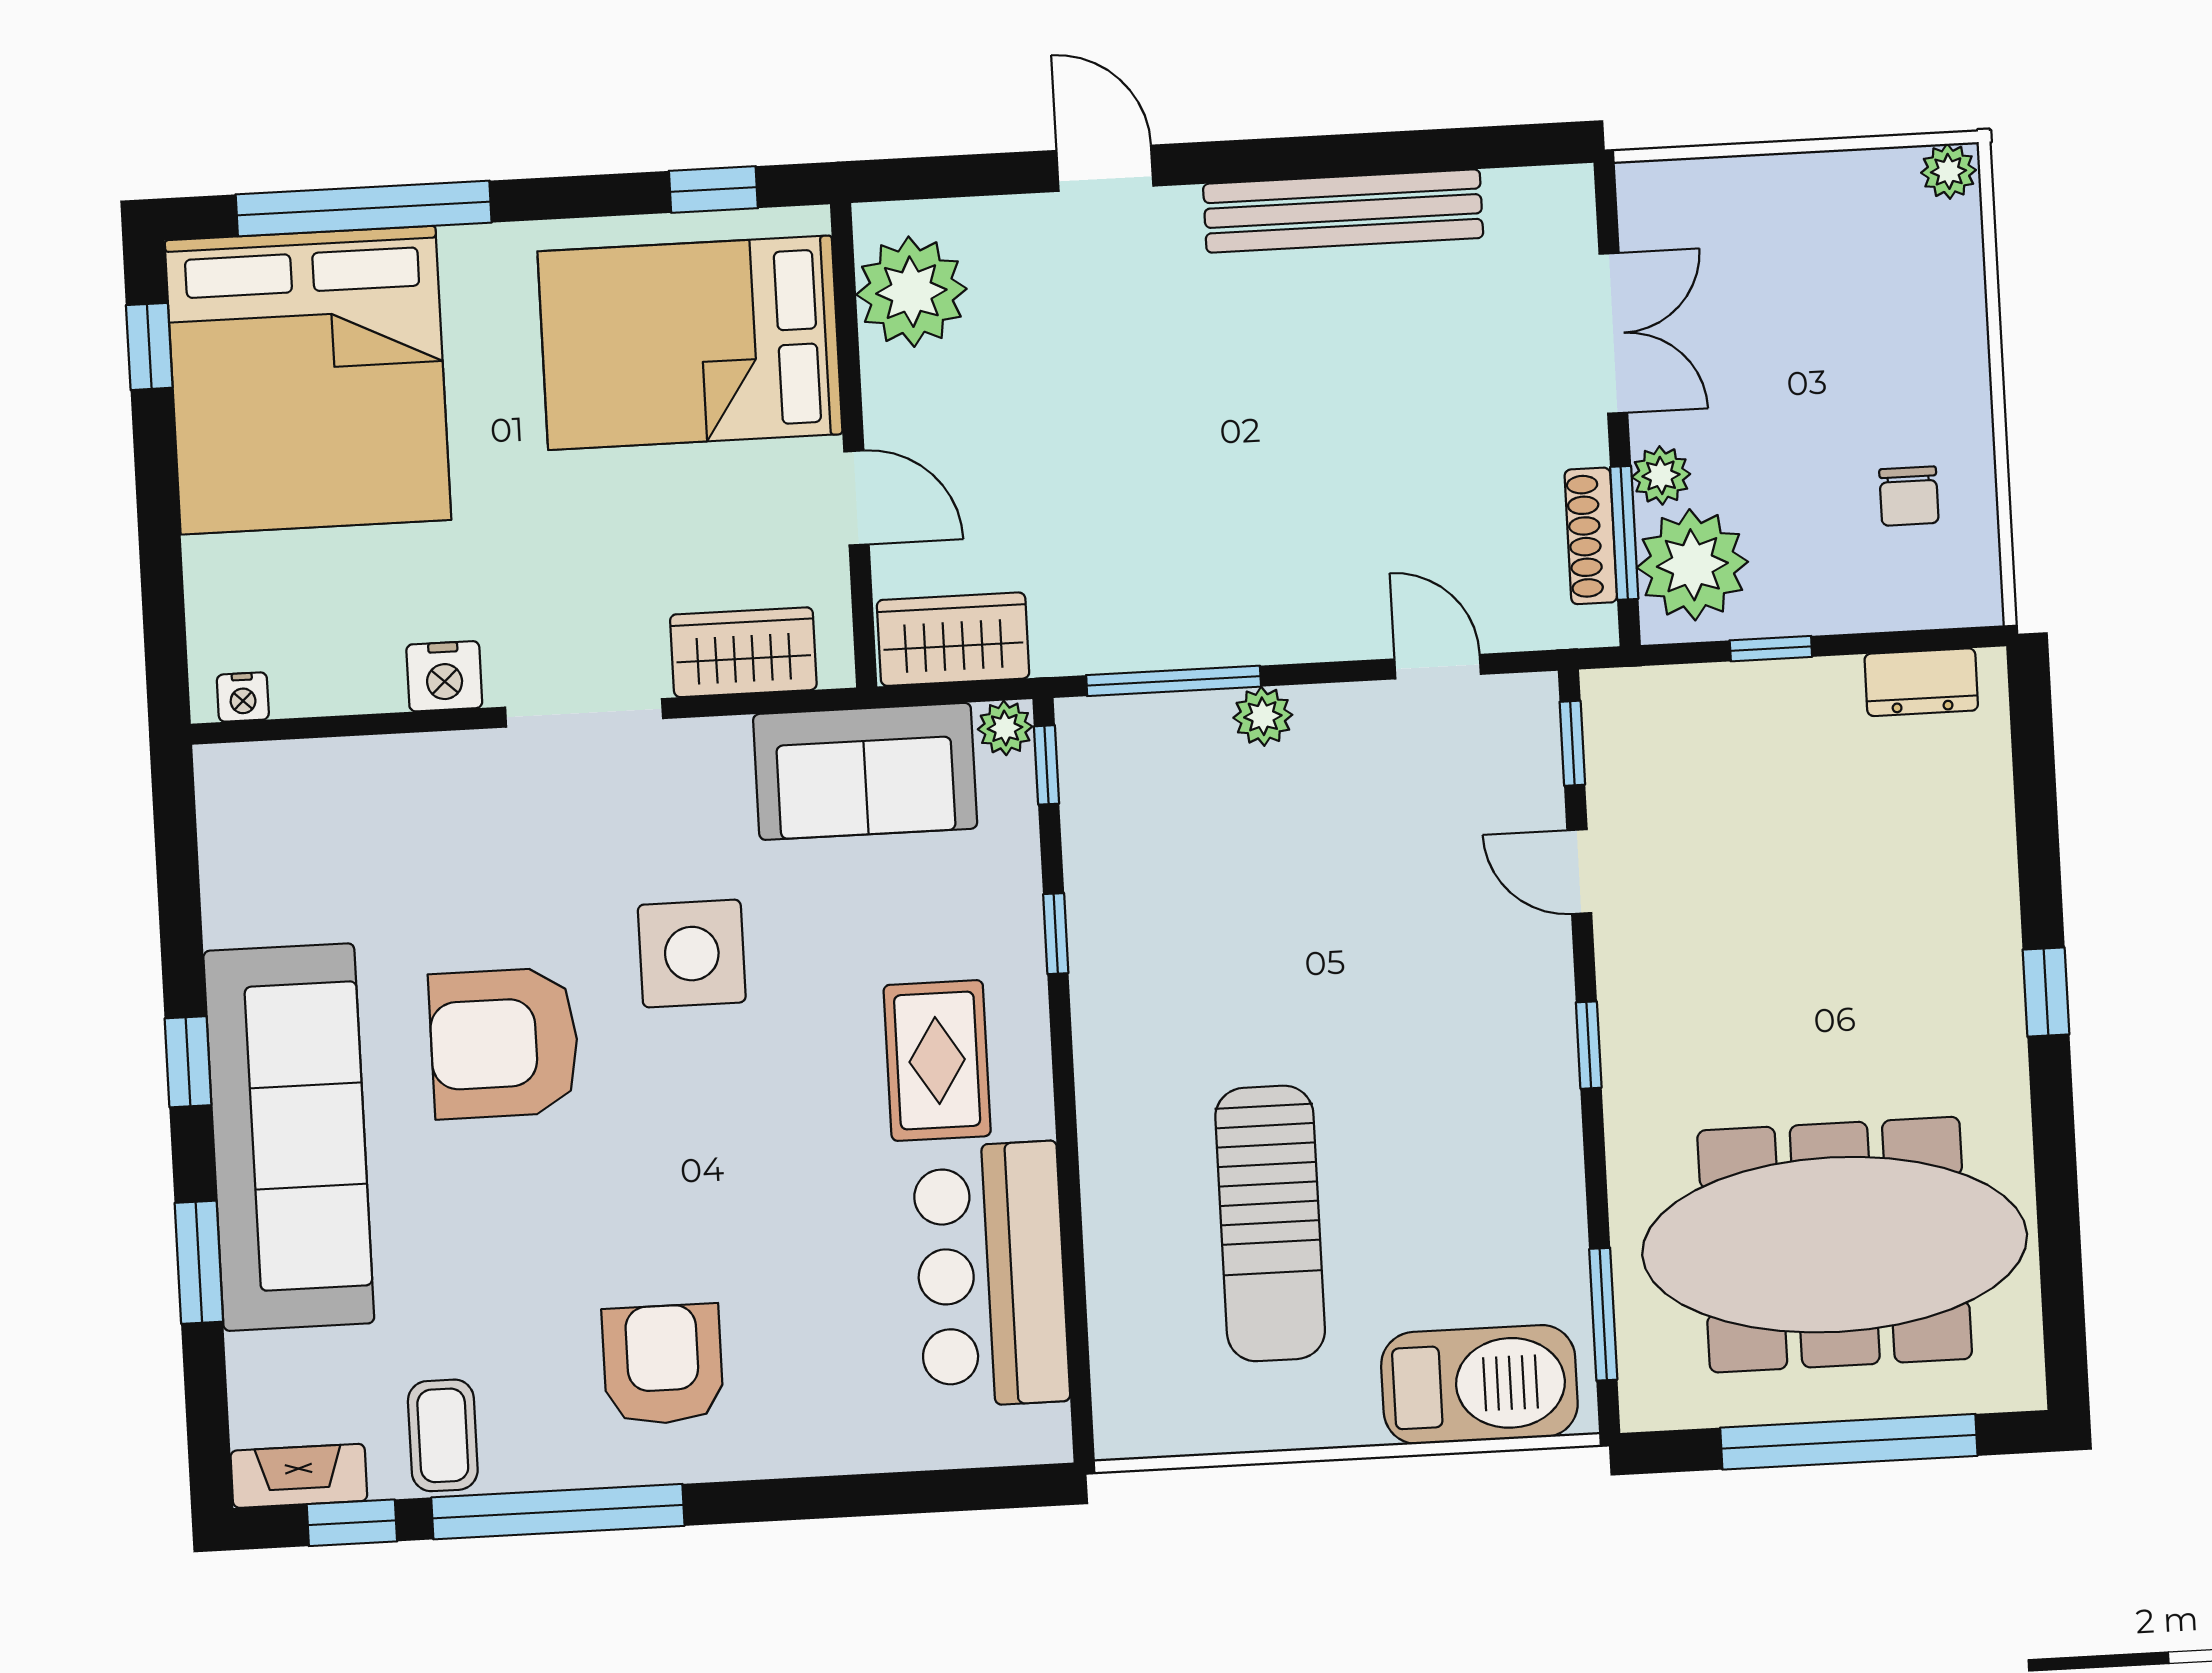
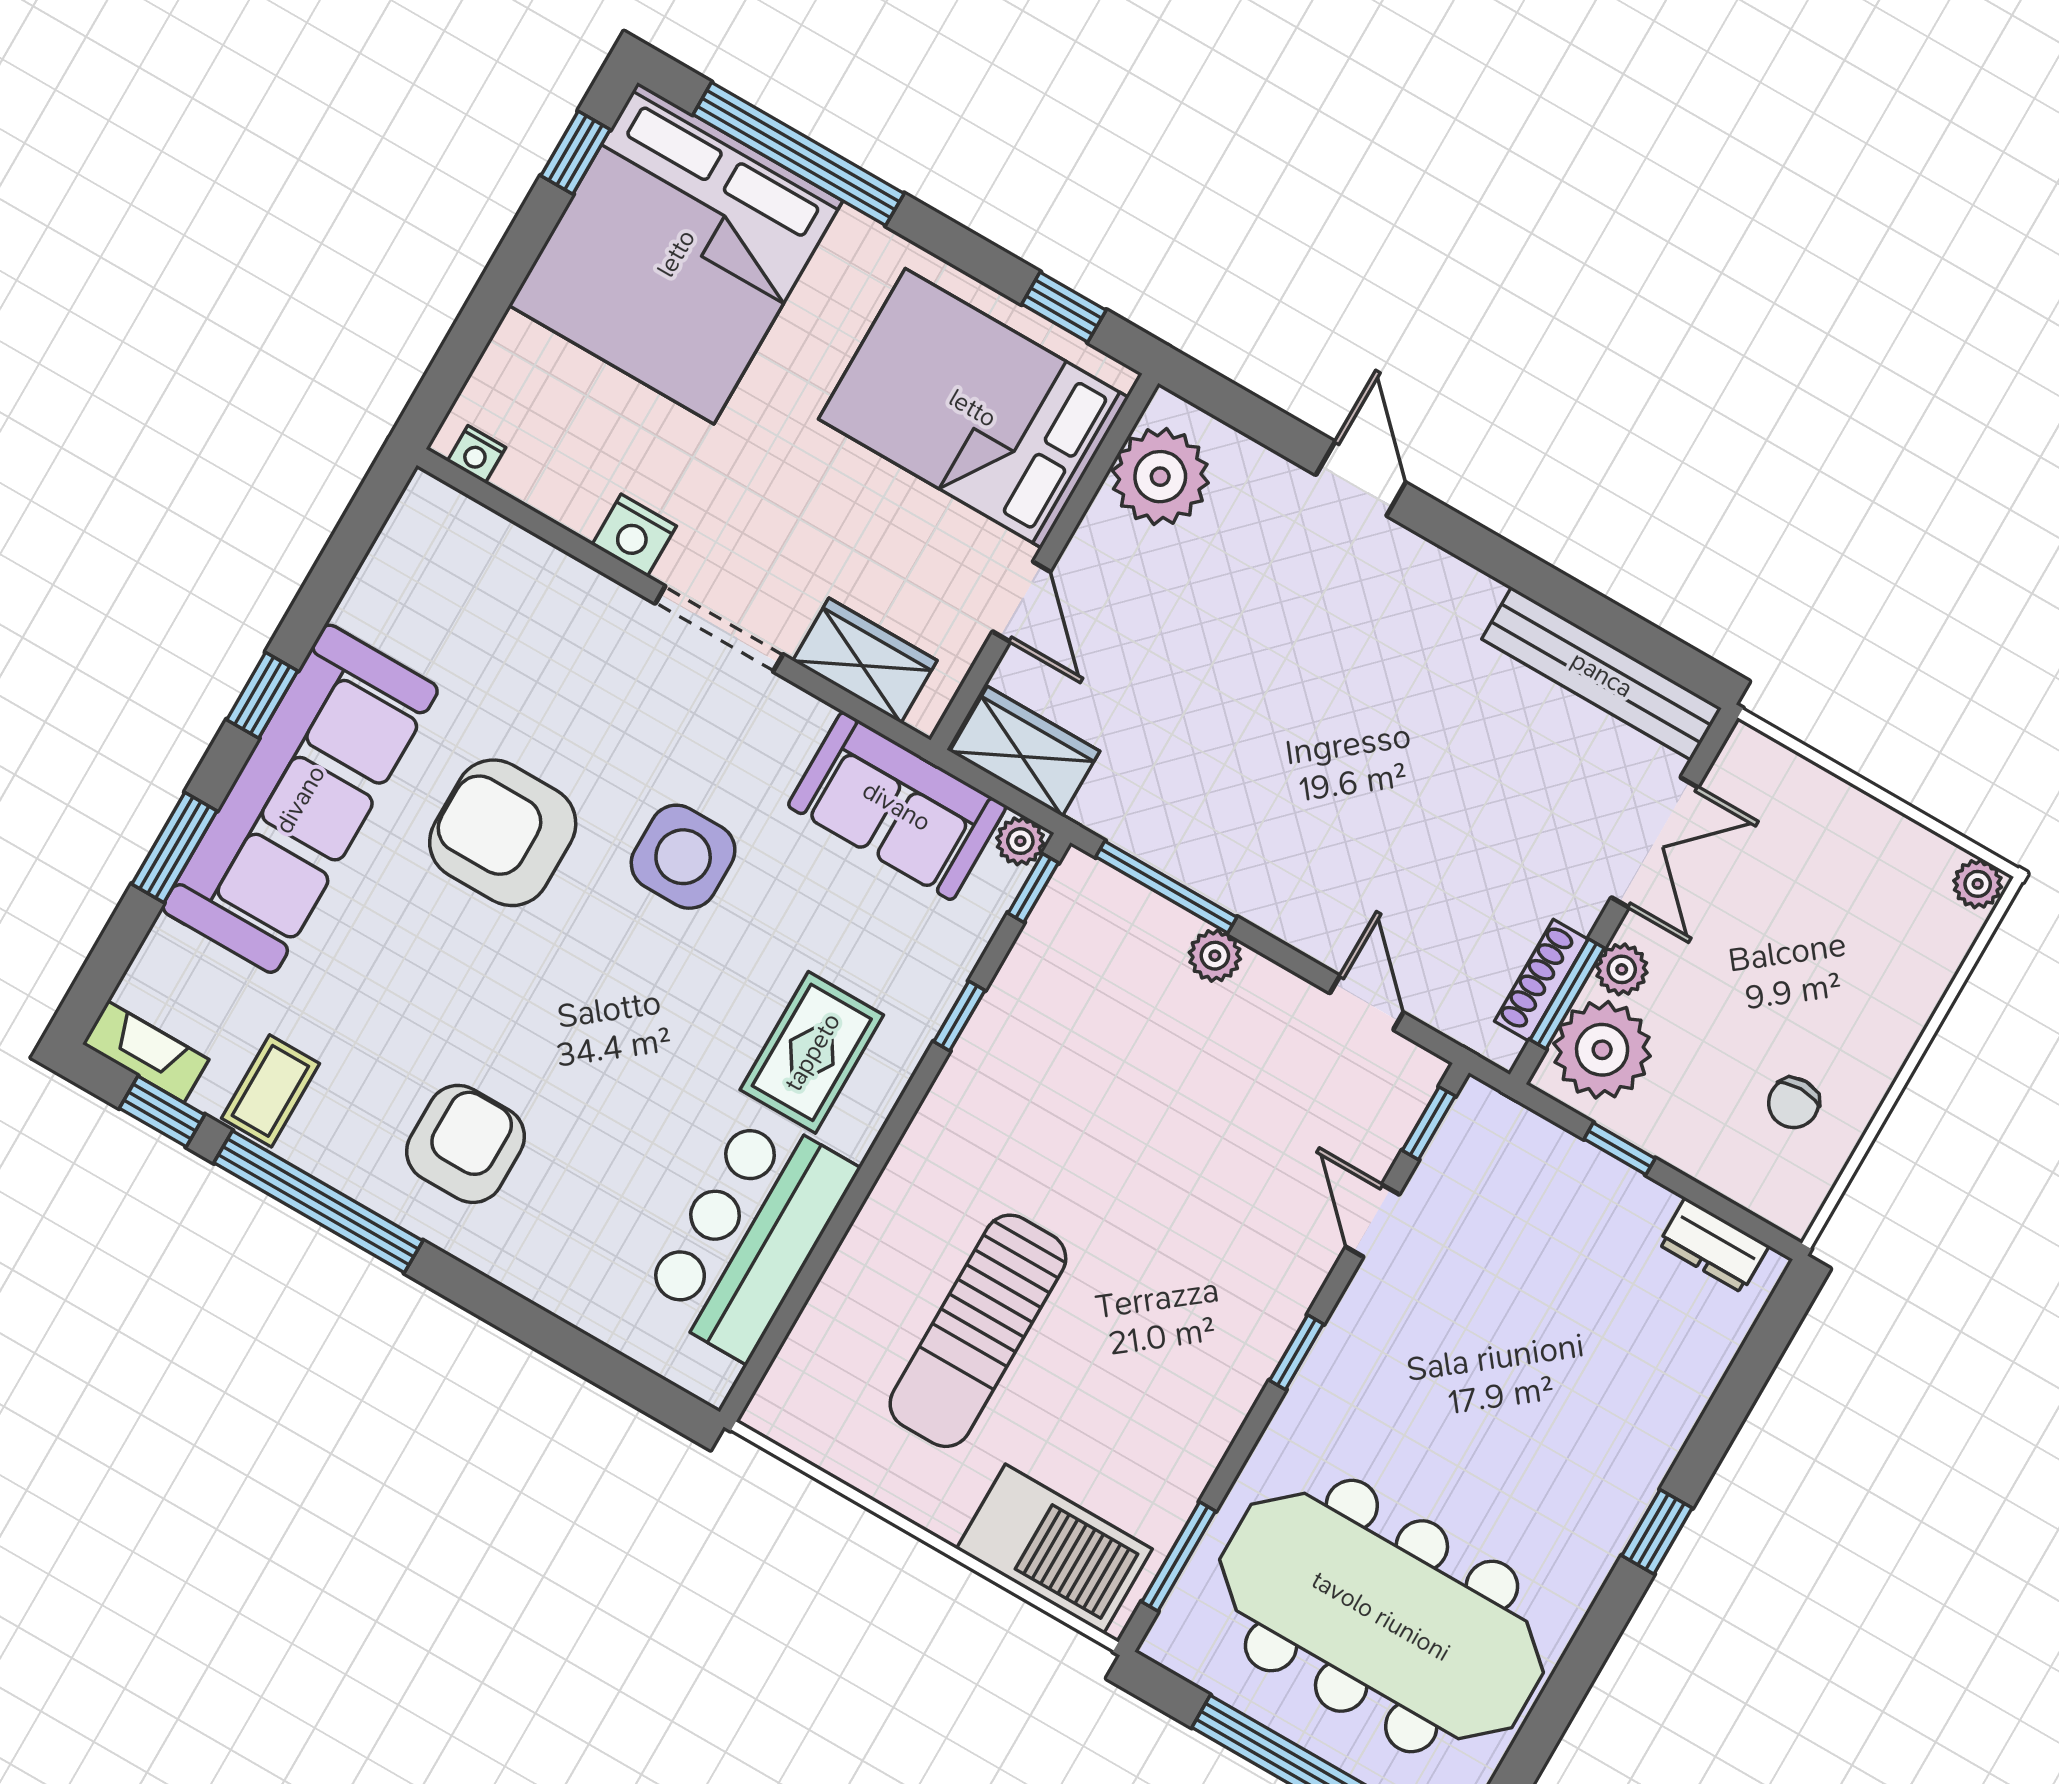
bench: (1343, 211) -> (1602, 674), moved

